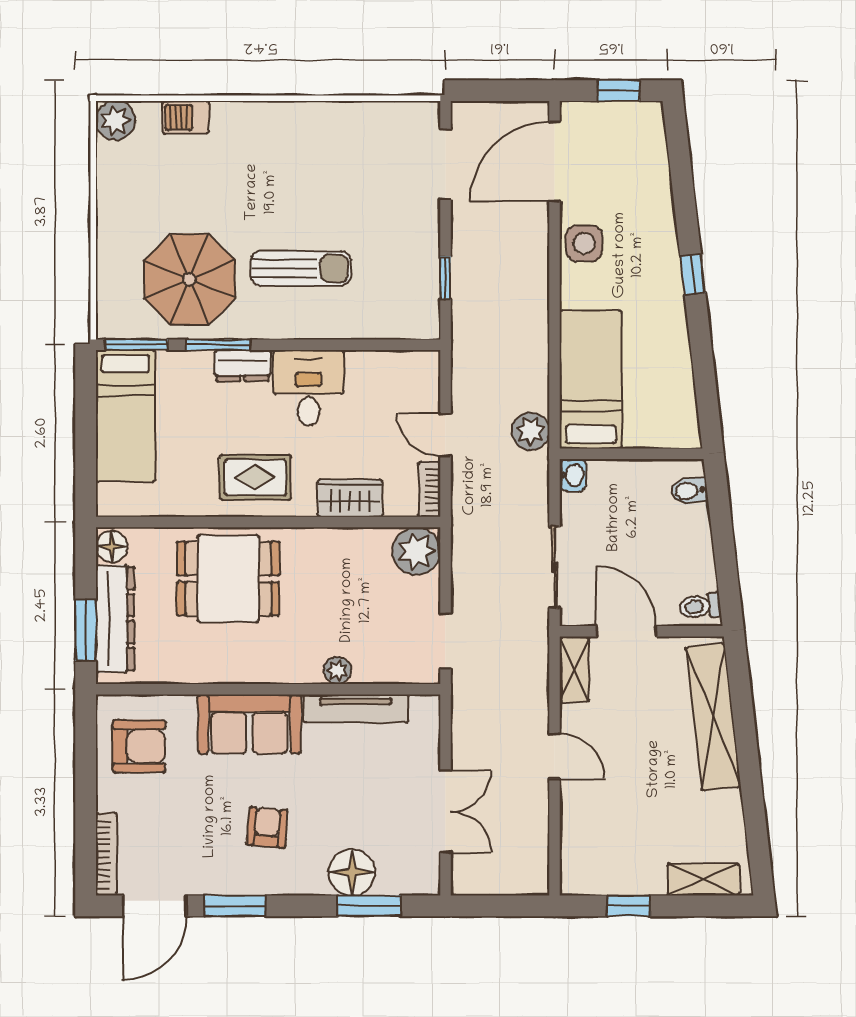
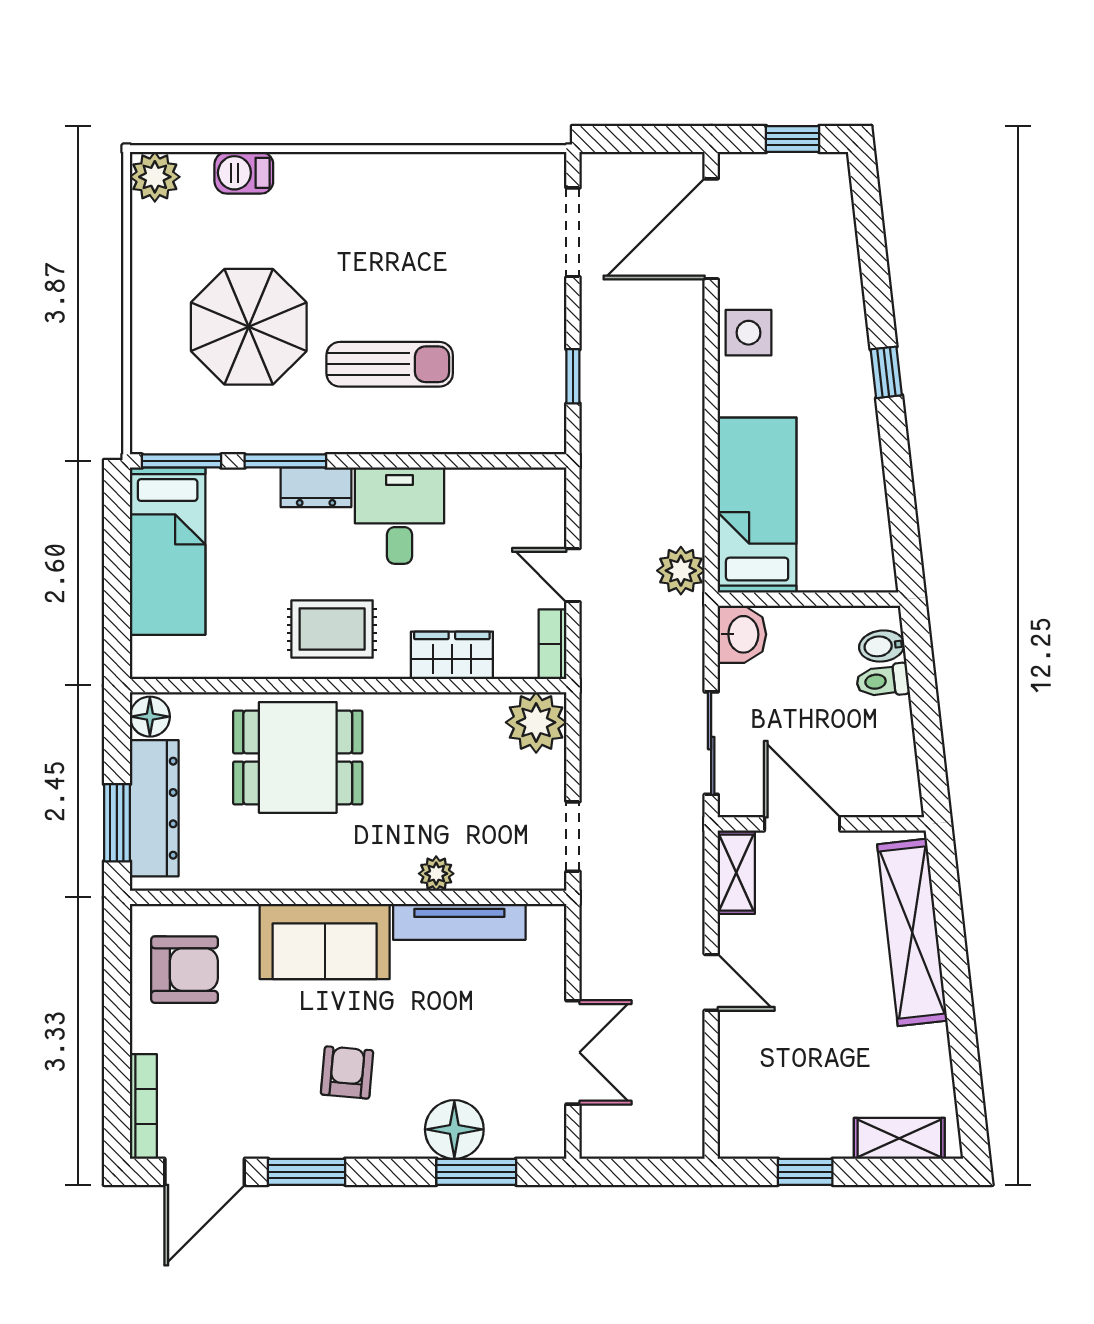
parasol: (189, 279) -> (249, 327), moved
washbasin: (573, 475) -> (742, 634), width x1.38, depth x1.45
toilet: (700, 606) -> (883, 681), moved

